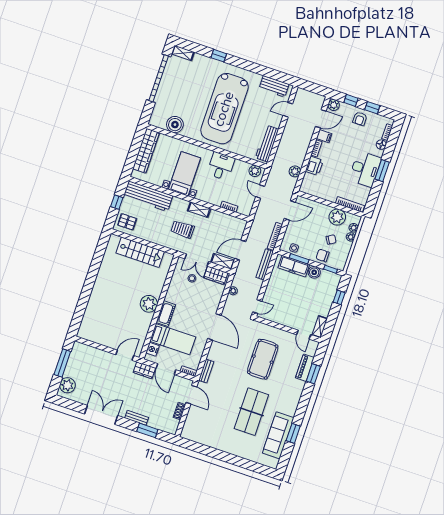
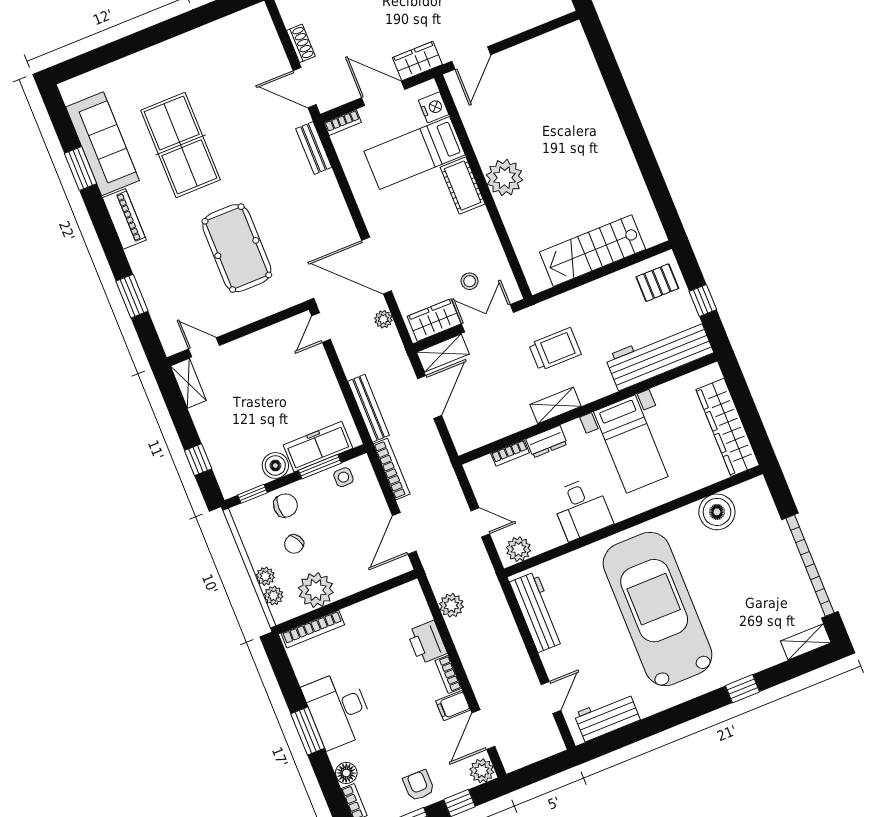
dresser: (213, 200) -> (547, 442), added
door: (214, 327) -> (377, 266), moved
piano: (305, 368) -> (124, 219), moved

